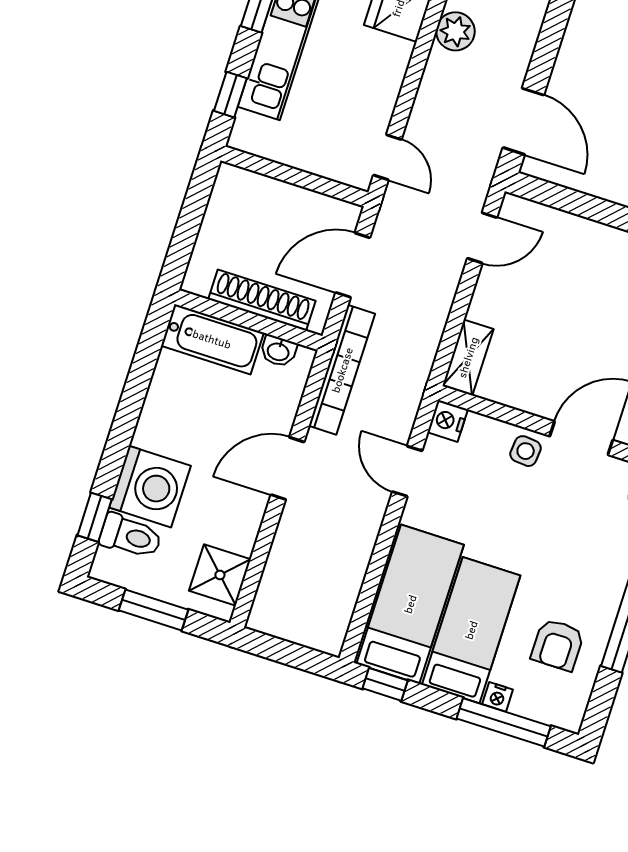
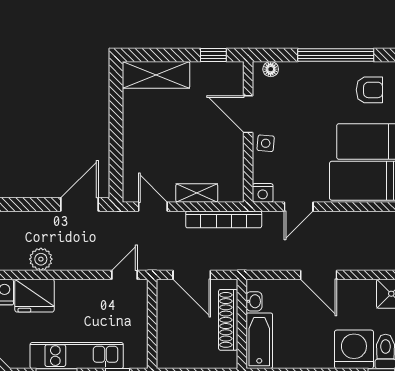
shelving: (468, 357) -> (197, 193), moved
bookcase: (342, 370) -> (224, 219), moved, turned 180

